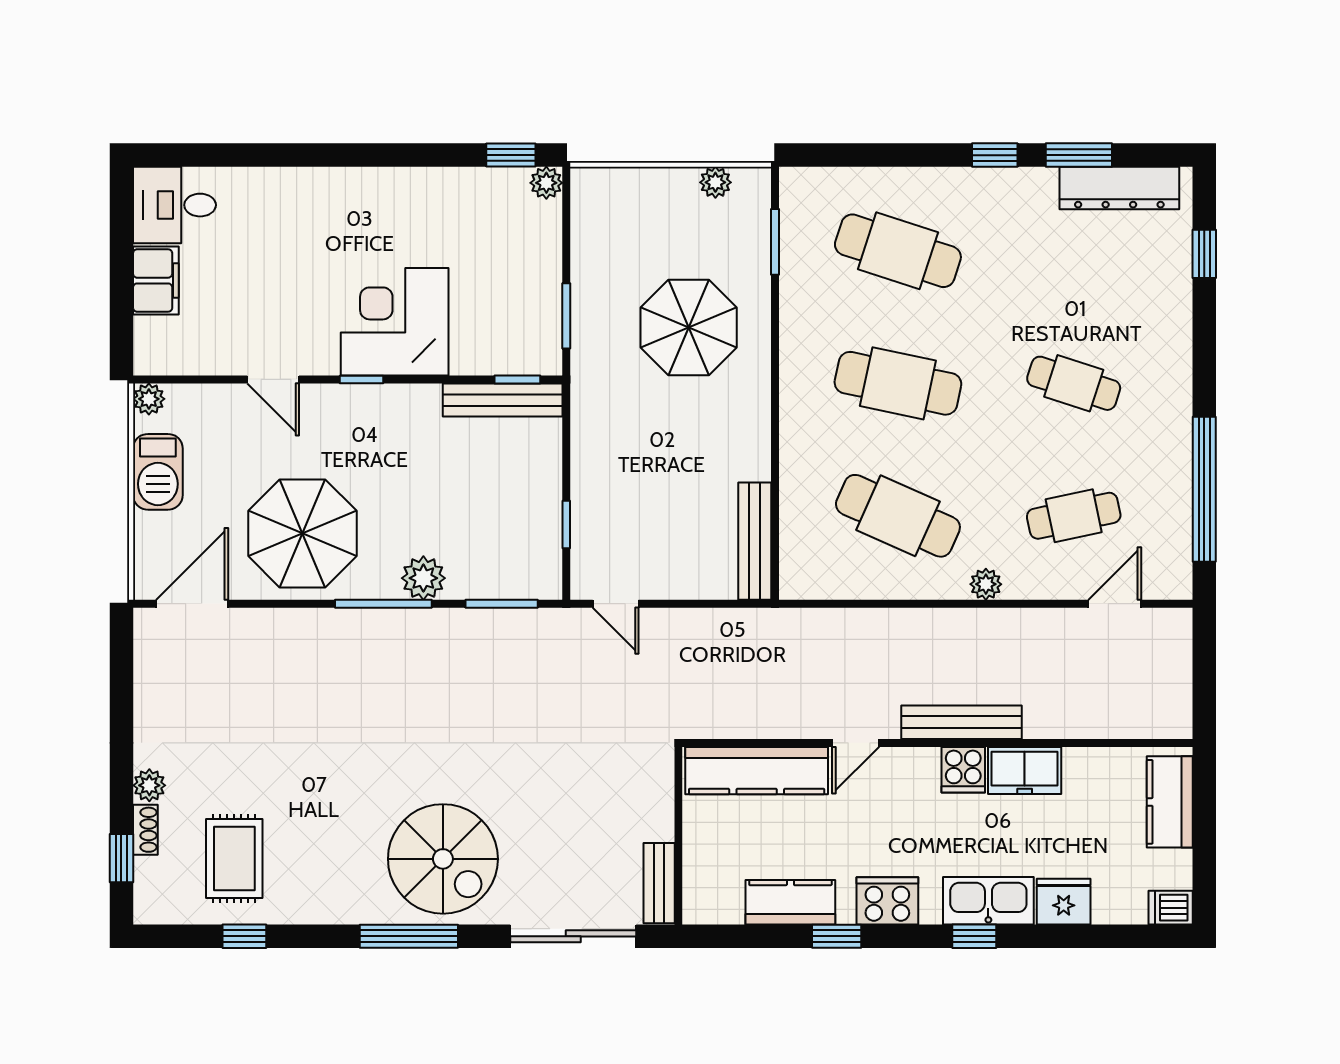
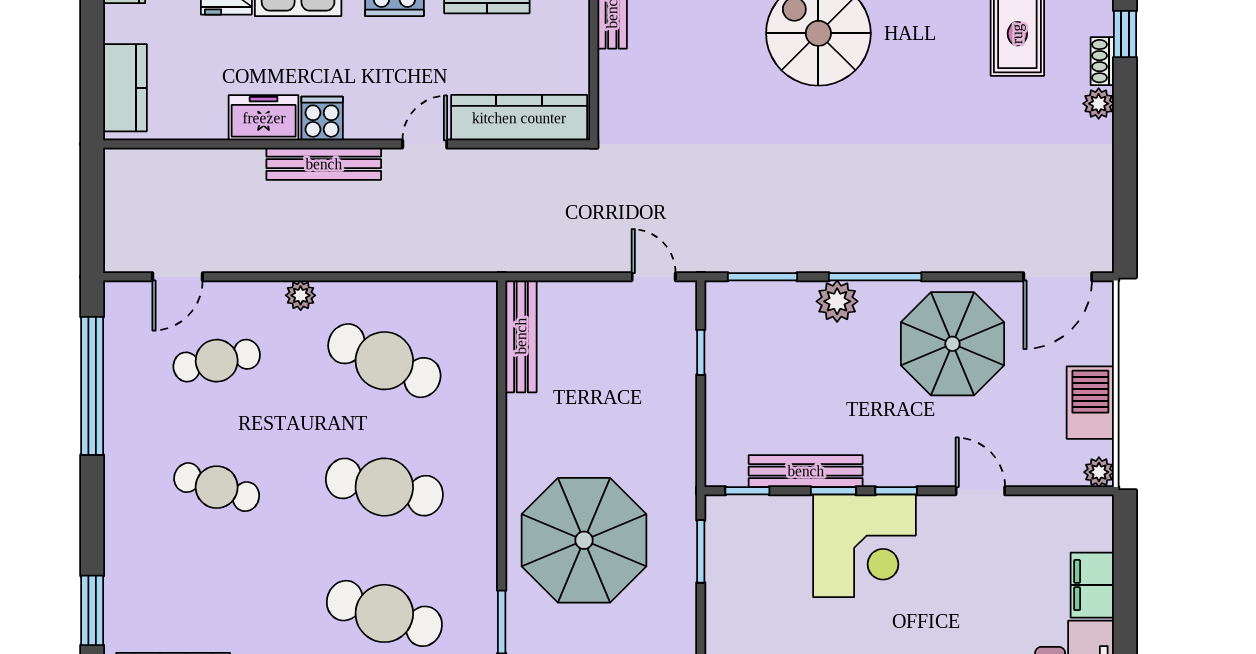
window: (1204, 254) -> (92, 610), width x1.50
parasol: (689, 327) -> (584, 540), width x1.36, depth x1.36
window: (427, 379) -> (833, 491), added
bench: (503, 400) -> (806, 471), moved

